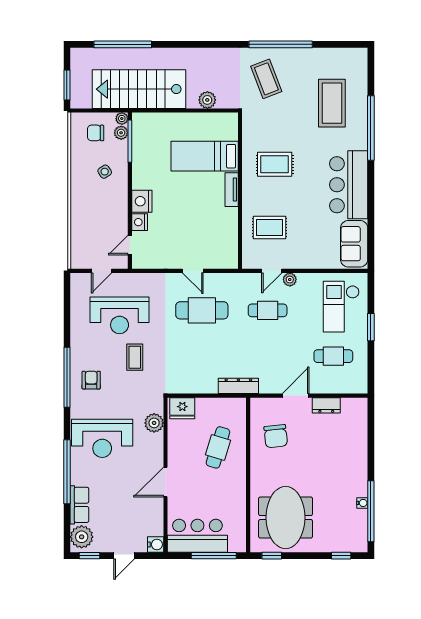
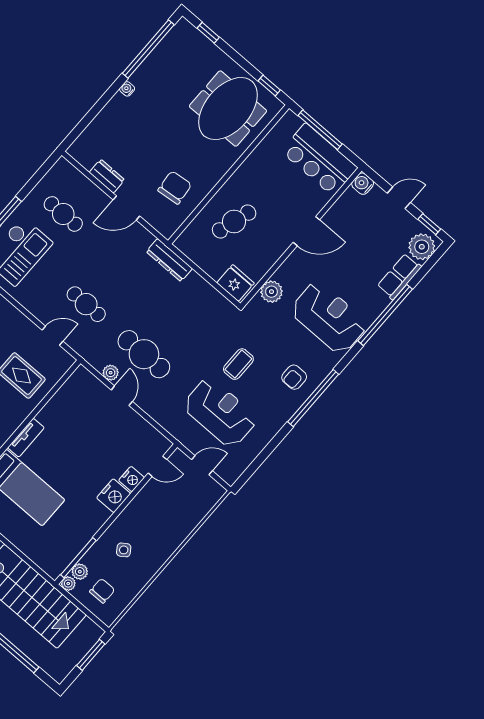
chair: (96, 133) -> (102, 591), turned -90
plant: (290, 280) -> (111, 373), moved
water cooler: (362, 503) -> (127, 89), moved

